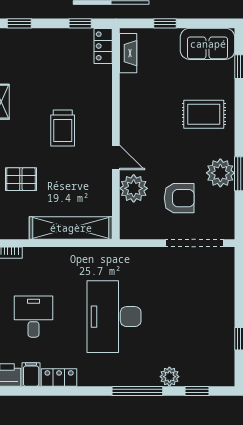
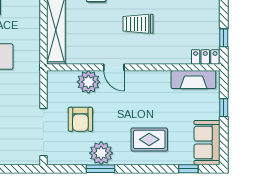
fireplace: (128, 53) -> (193, 80), width x1.37, depth x1.32
rug: (204, 114) -> (149, 139), turned 90
door: (116, 157) -> (114, 67), hinge flipped

